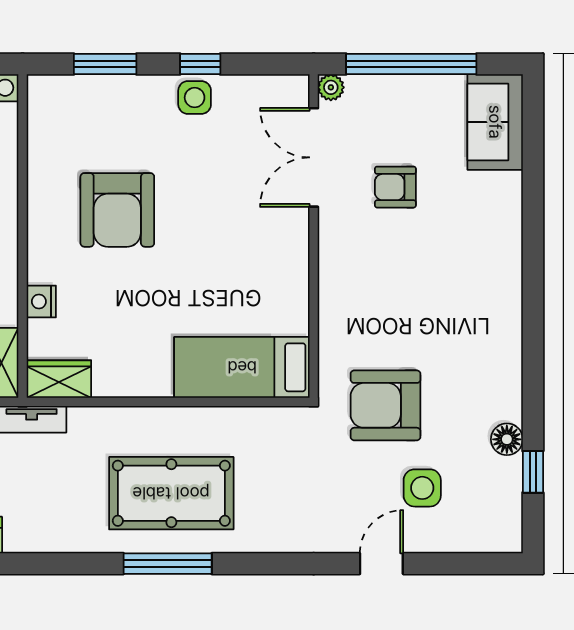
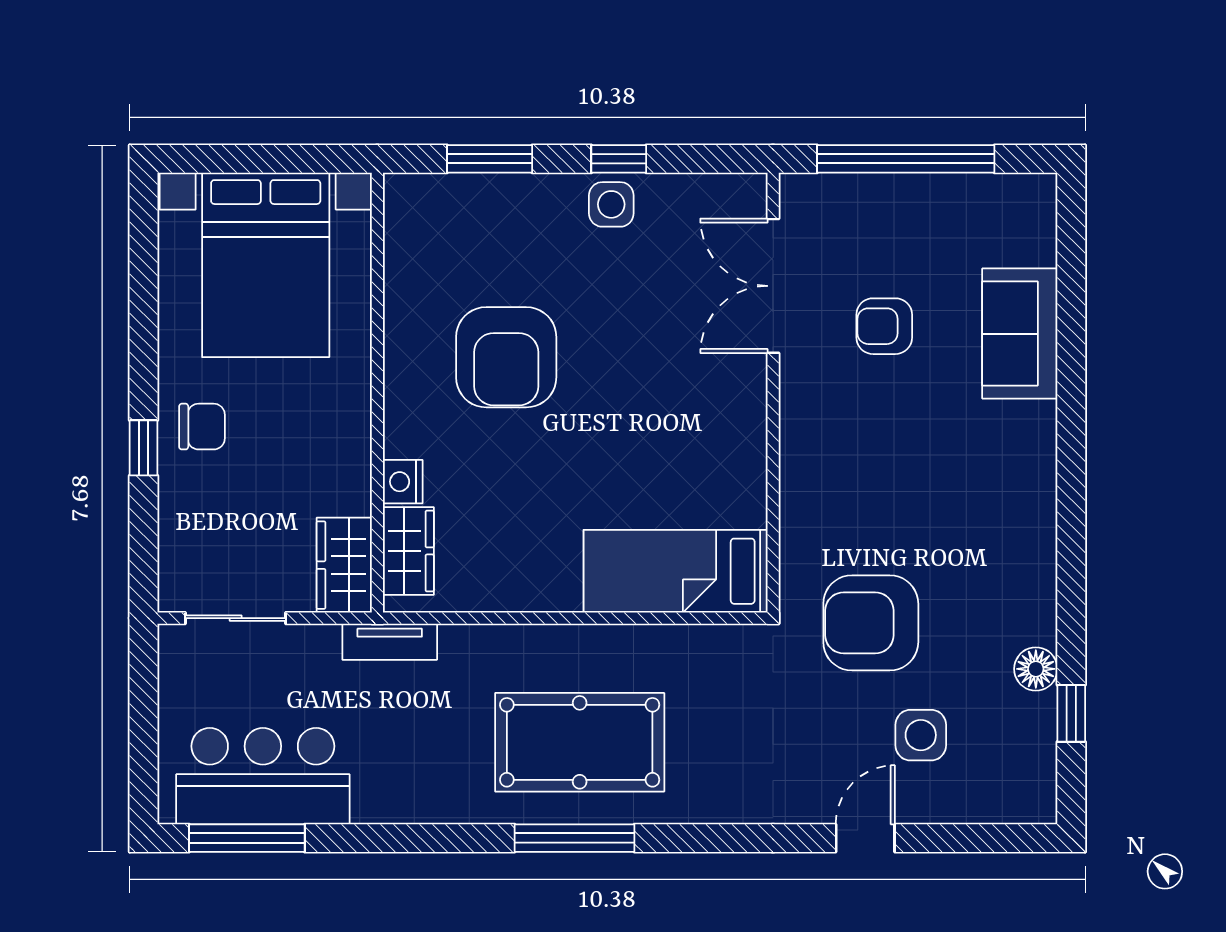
plant: (331, 87) -> (797, 191), removed
sofa: (495, 122) -> (1020, 334), moved
wardrobe: (59, 379) -> (408, 551), moved, turned 90

